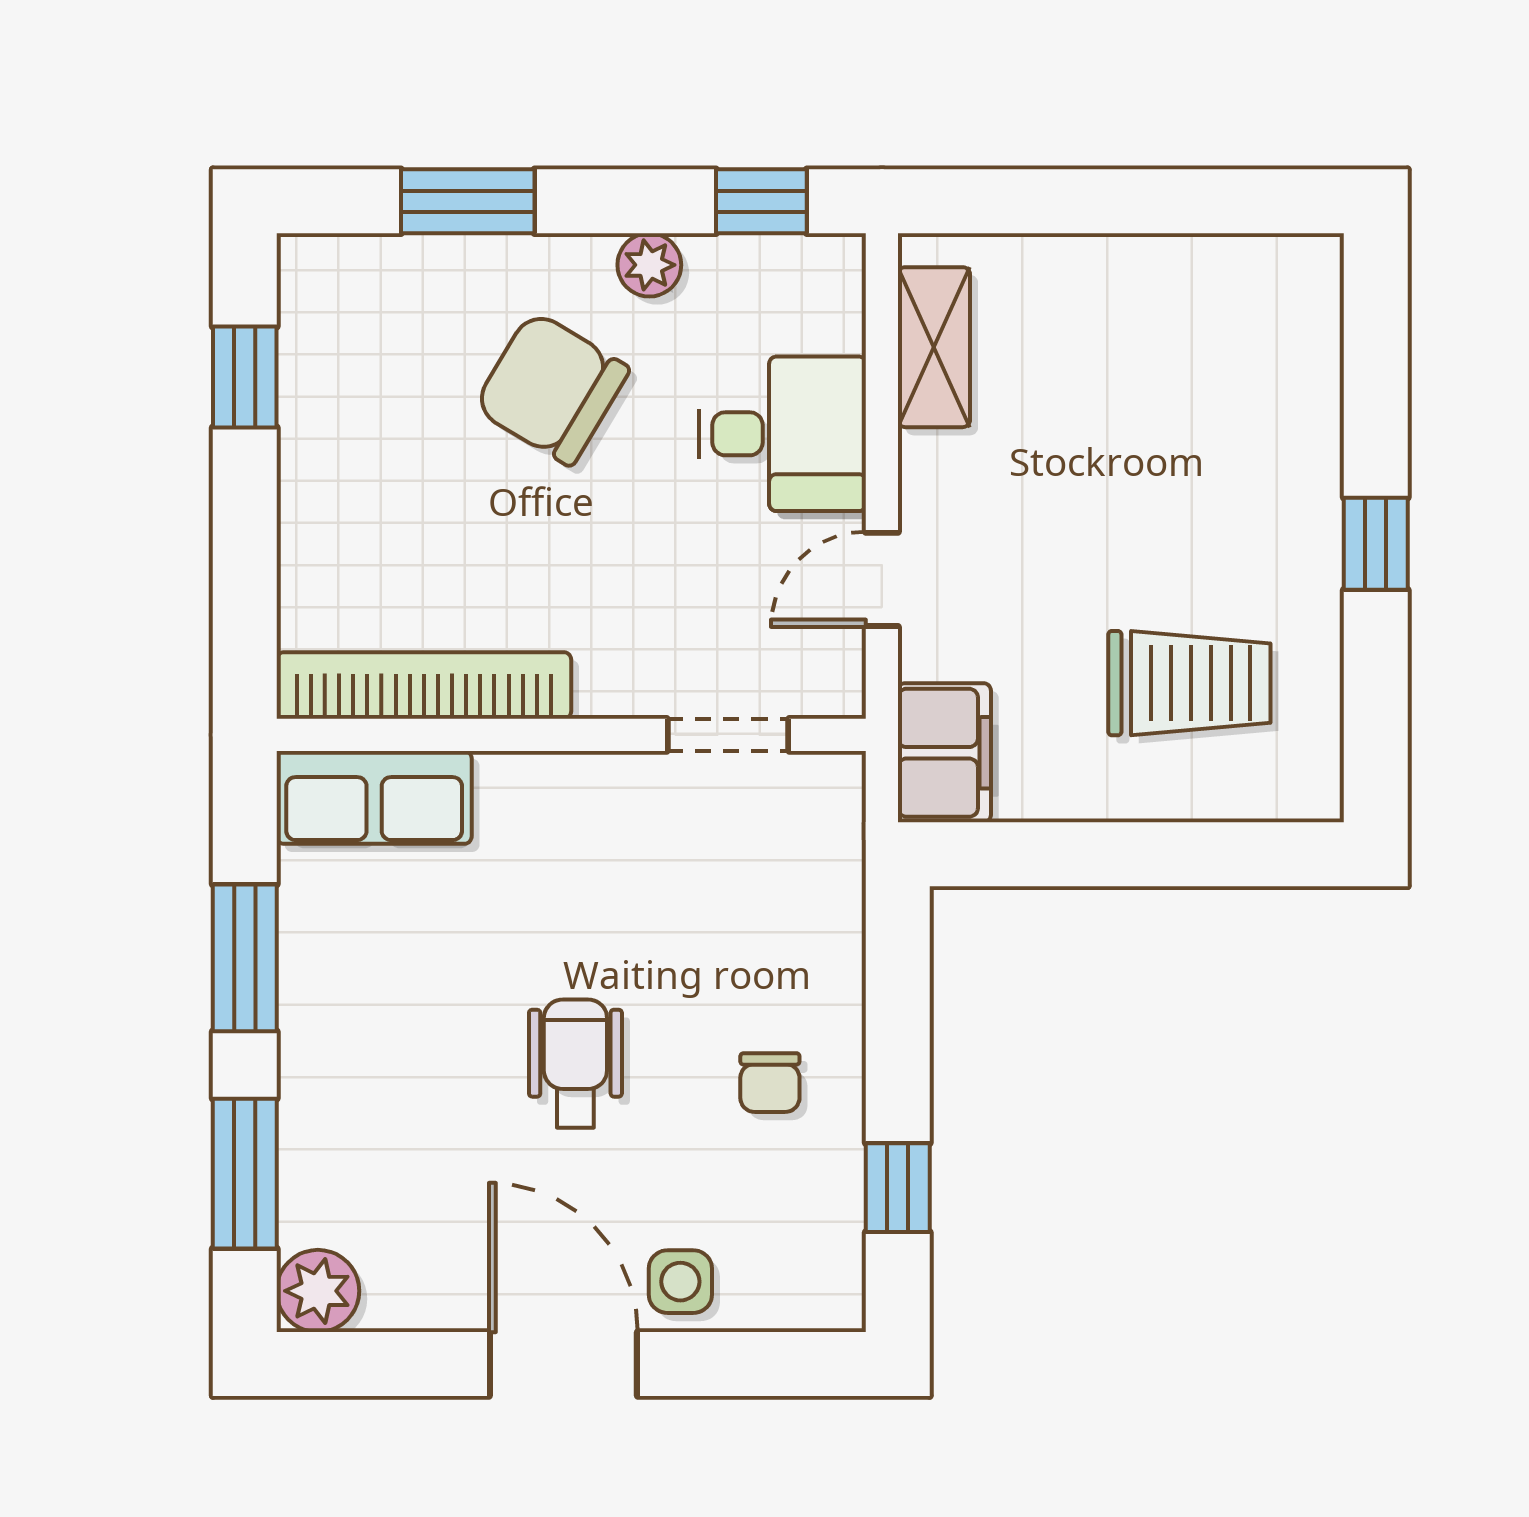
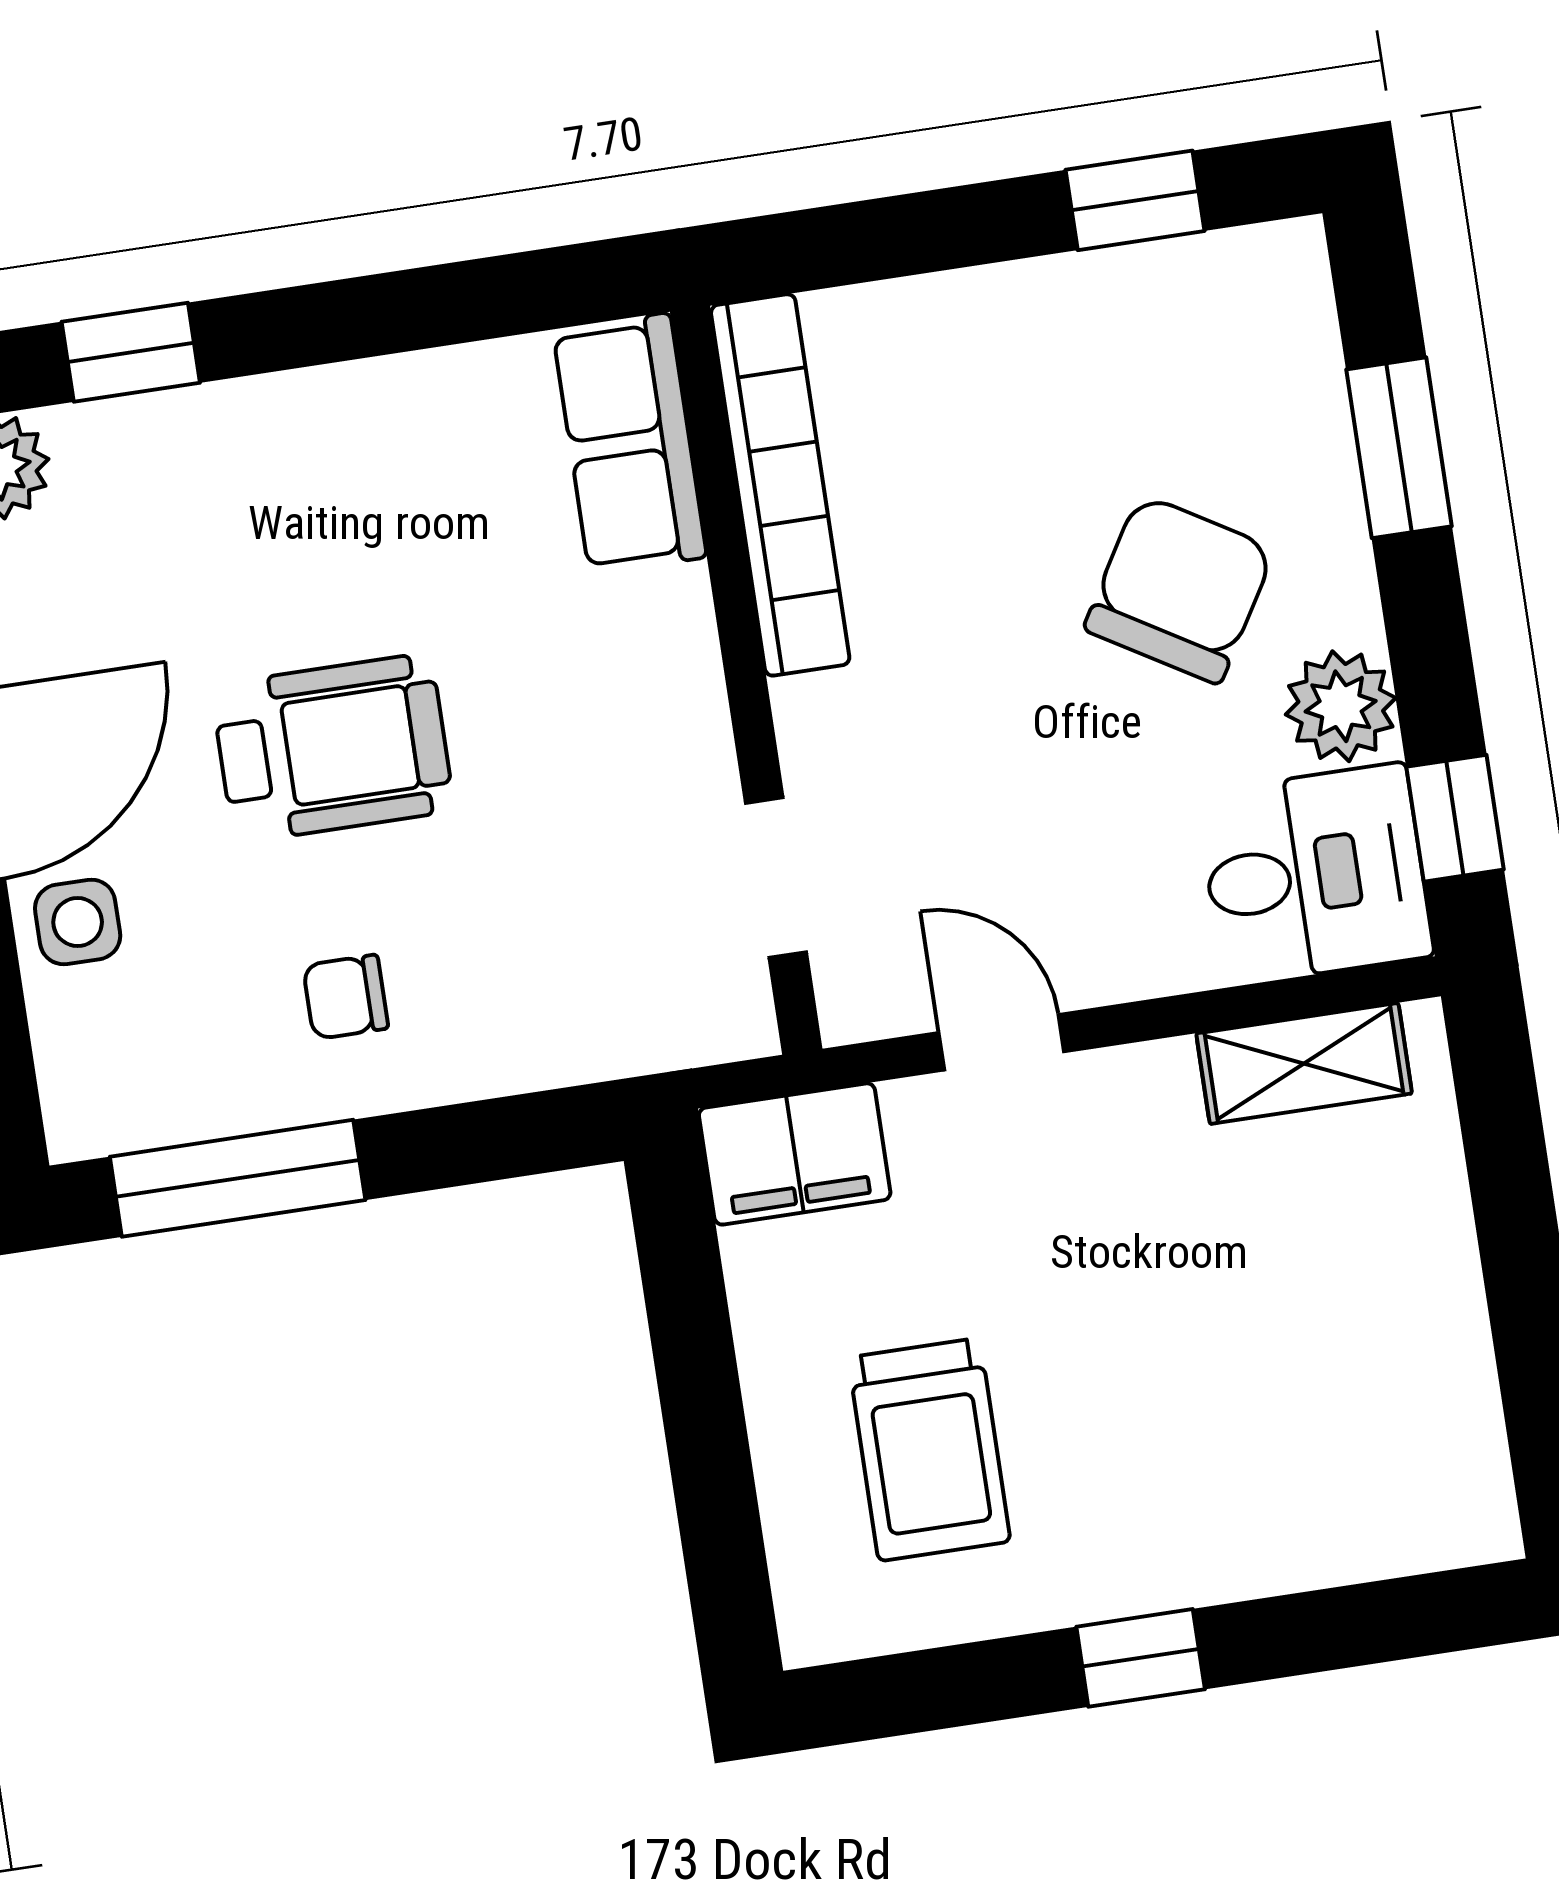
plant: (649, 265) -> (1341, 706), width x1.38, depth x1.38
desk: (783, 434) -> (1315, 874), moved, turned -90
window: (245, 958) -> (403, 311), removed
wheelchair: (575, 1063) -> (333, 748), width x1.36, depth x1.37
window: (245, 1174) -> (131, 352), width x0.67
window: (898, 1188) -> (238, 1178), width x2.17

